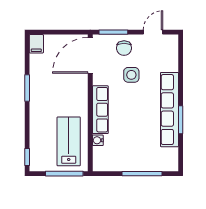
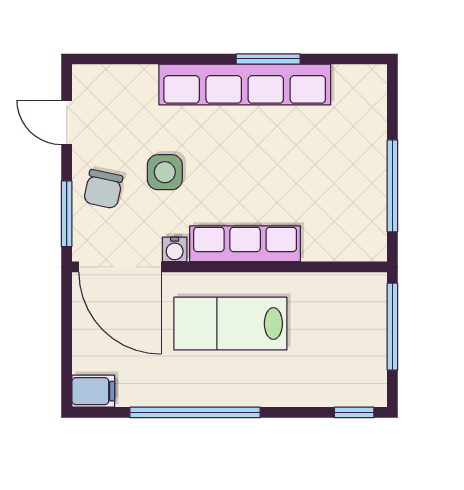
chair: (124, 48) -> (103, 189), turned 102
window: (27, 88) -> (195, 412), width x2.11
water cooler: (98, 140) -> (175, 249), moved
lab bench: (69, 141) -> (230, 324), moved
window: (142, 174) -> (392, 186), moved

